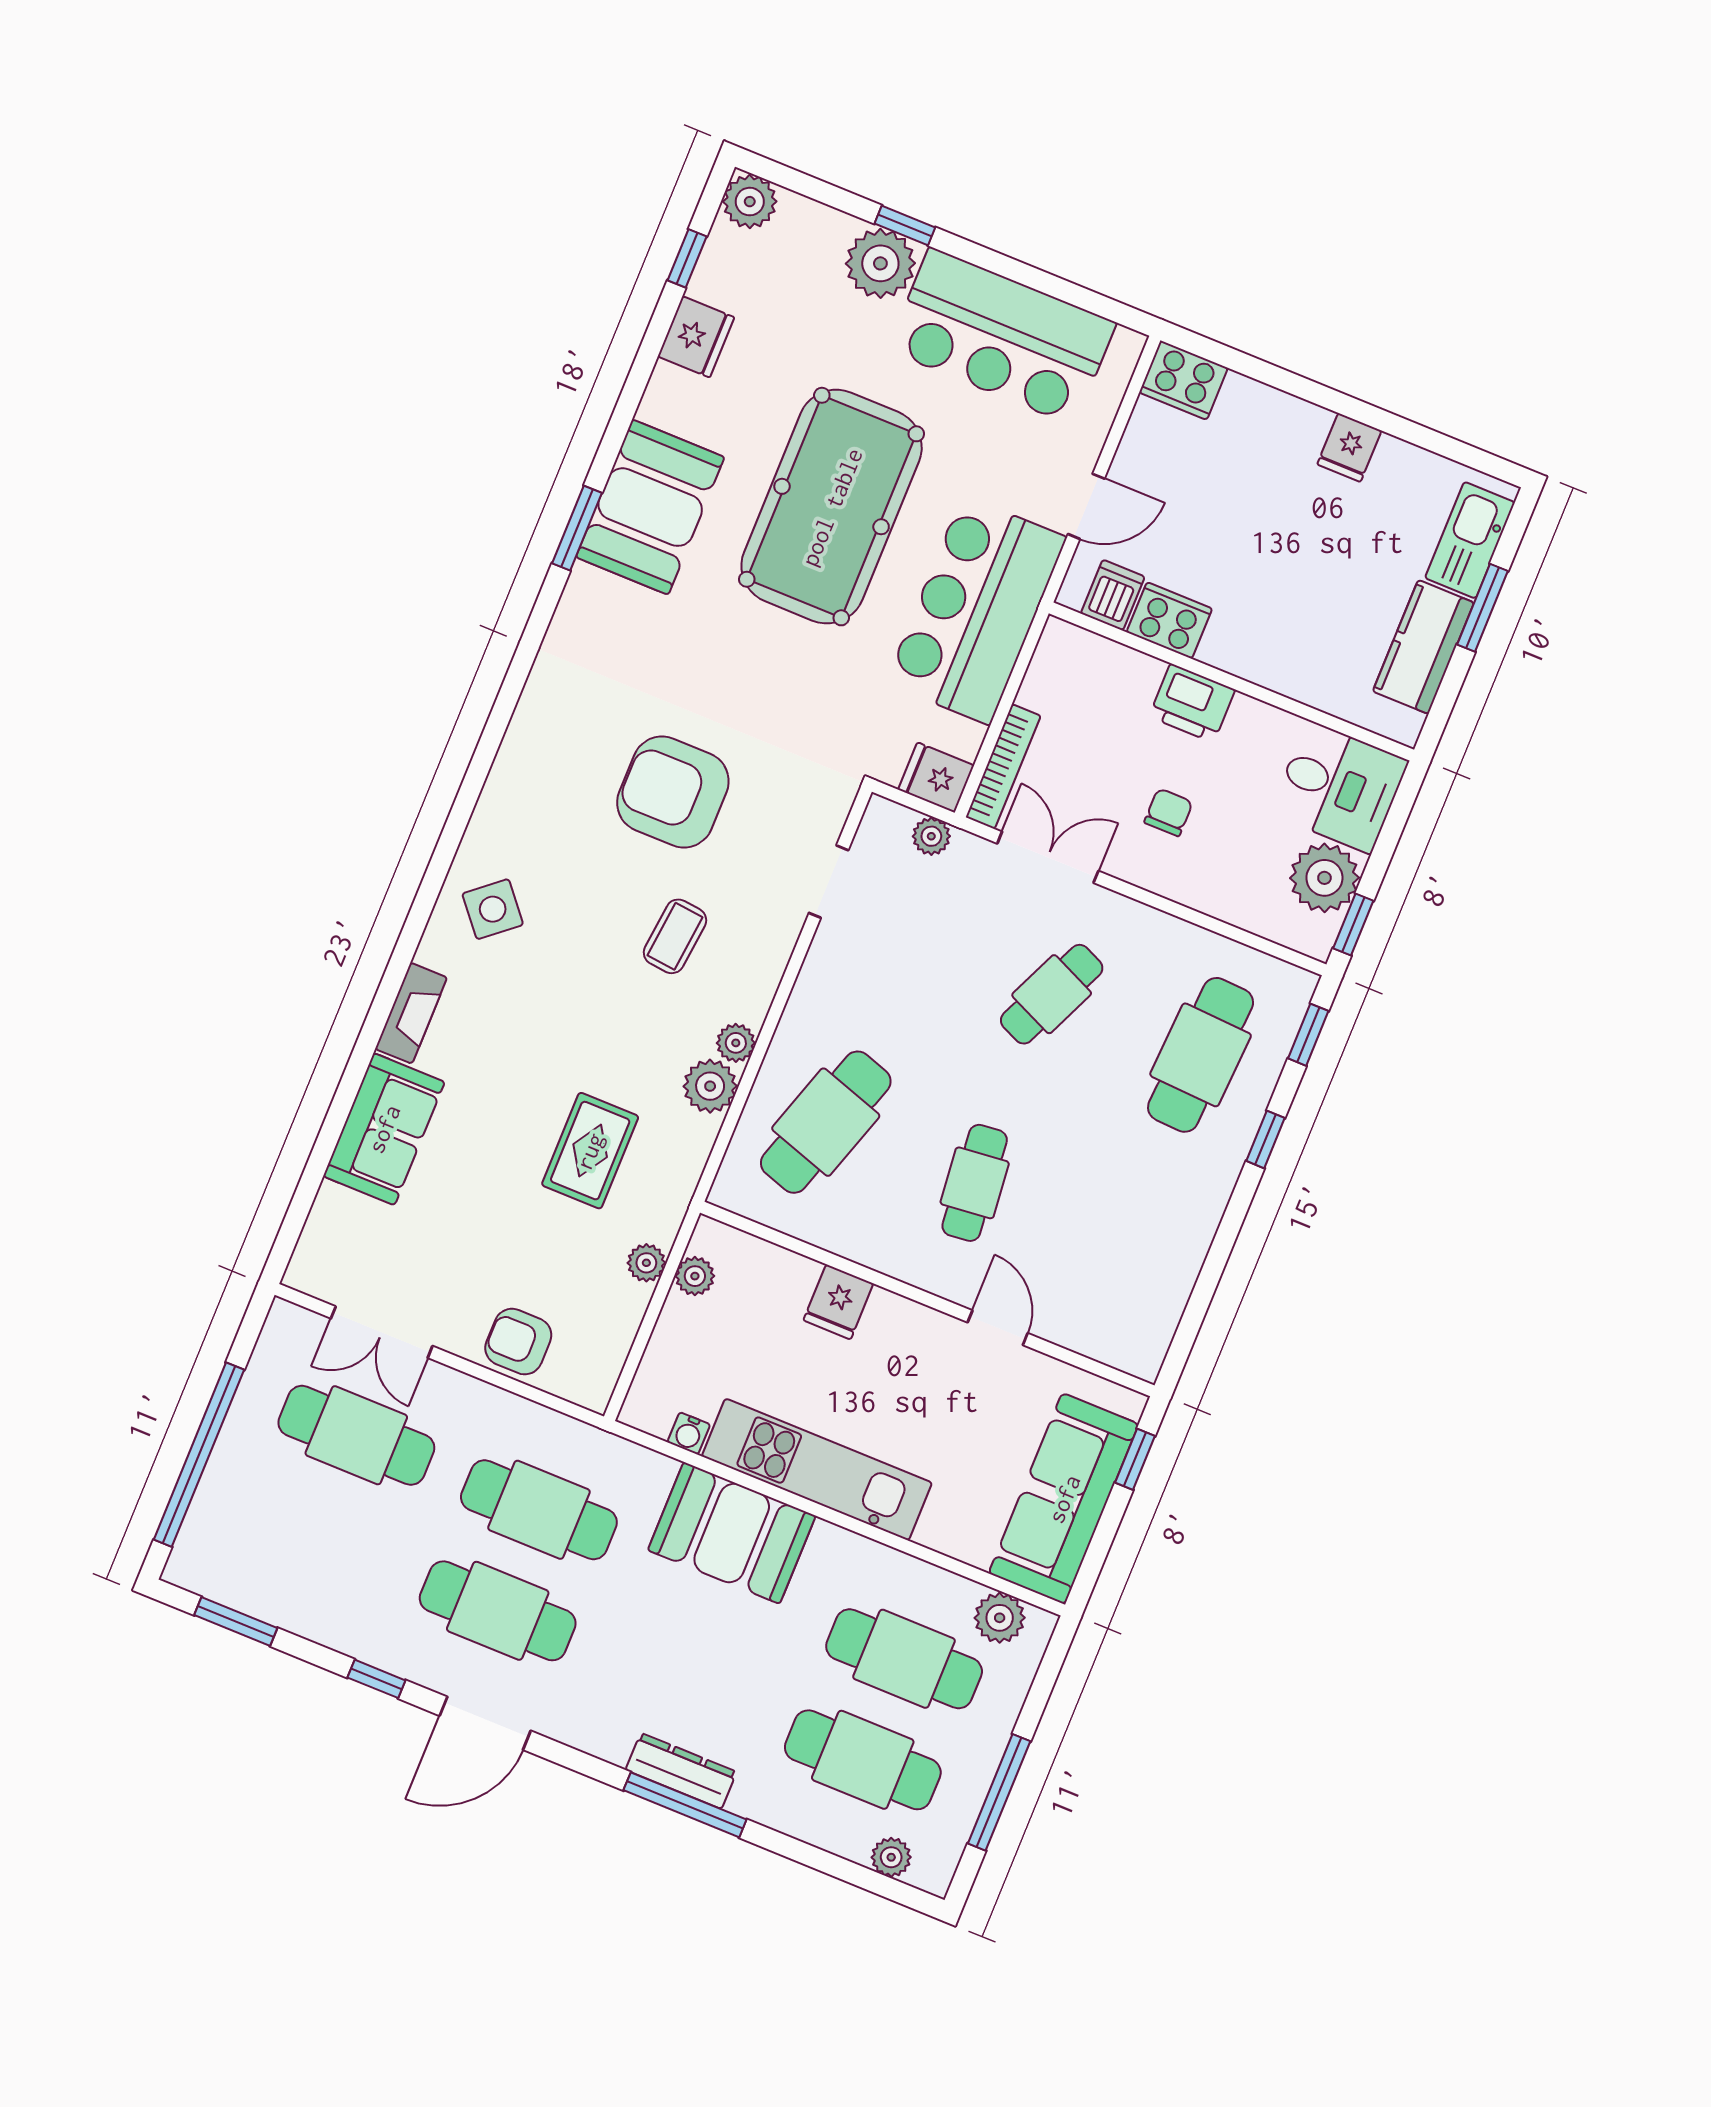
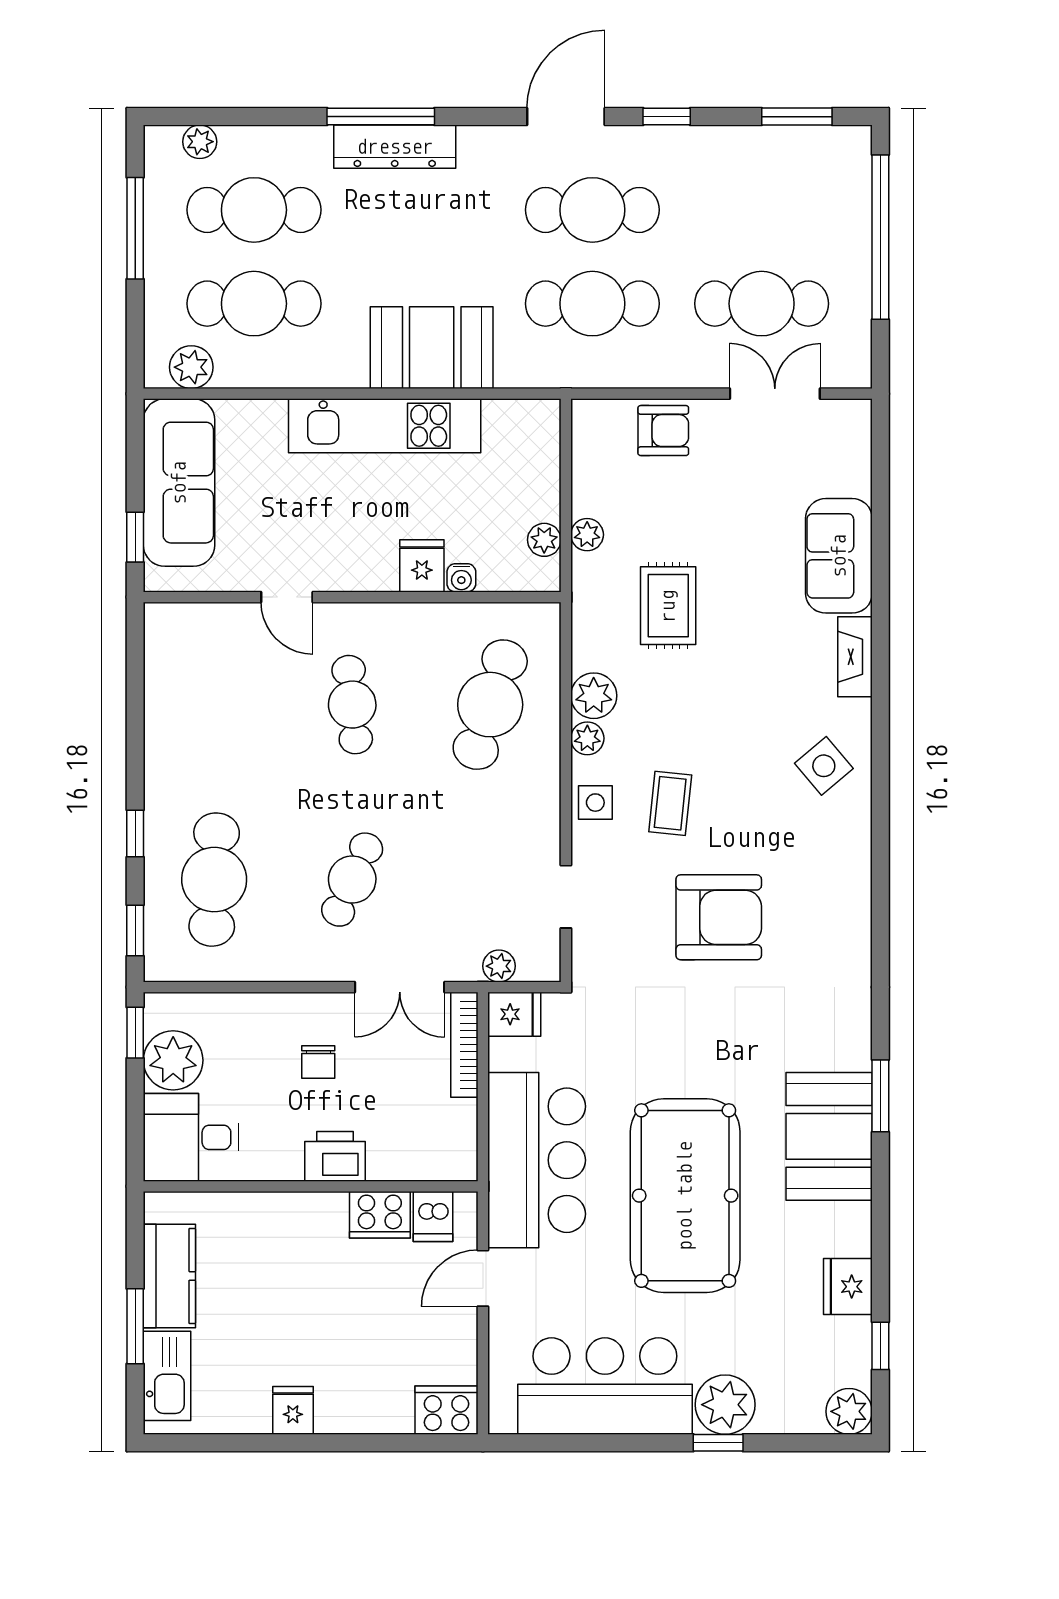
side table: (755, 970) -> (595, 803), added
water cooler: (689, 1433) -> (461, 578), moved, turned 180
dresser: (681, 1771) -> (395, 147), width x1.37, depth x1.24

